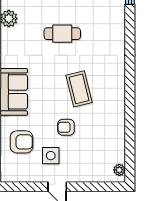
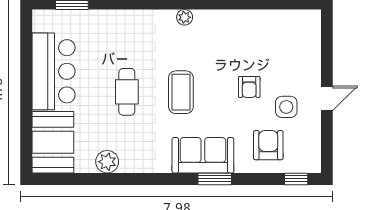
coffee table: (79, 89) -> (181, 92), moved, turned -76
plant: (119, 170) -> (185, 17), moved

